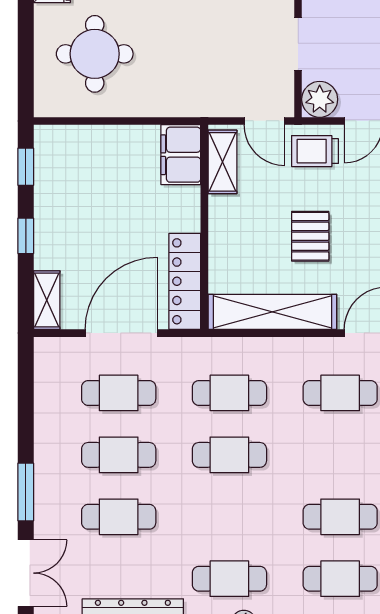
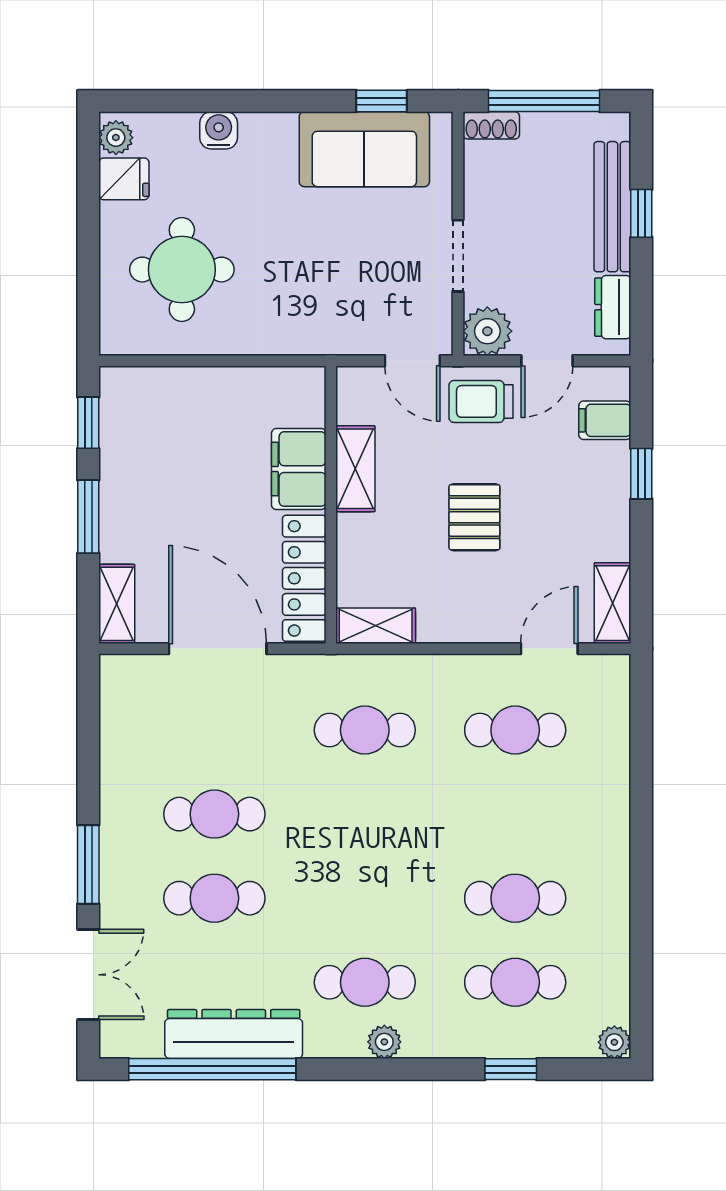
filing cabinet: (181, 155) -> (299, 469), moved
shelving: (222, 162) -> (355, 469), moved
window: (26, 236) -> (88, 517), width x1.50
shelving: (272, 312) -> (376, 626), width x0.45, depth x0.75
door: (121, 333) -> (218, 649), hinge flipped
cafe table: (119, 393) -> (214, 730), removed
cafe table: (229, 455) -> (365, 814), removed

